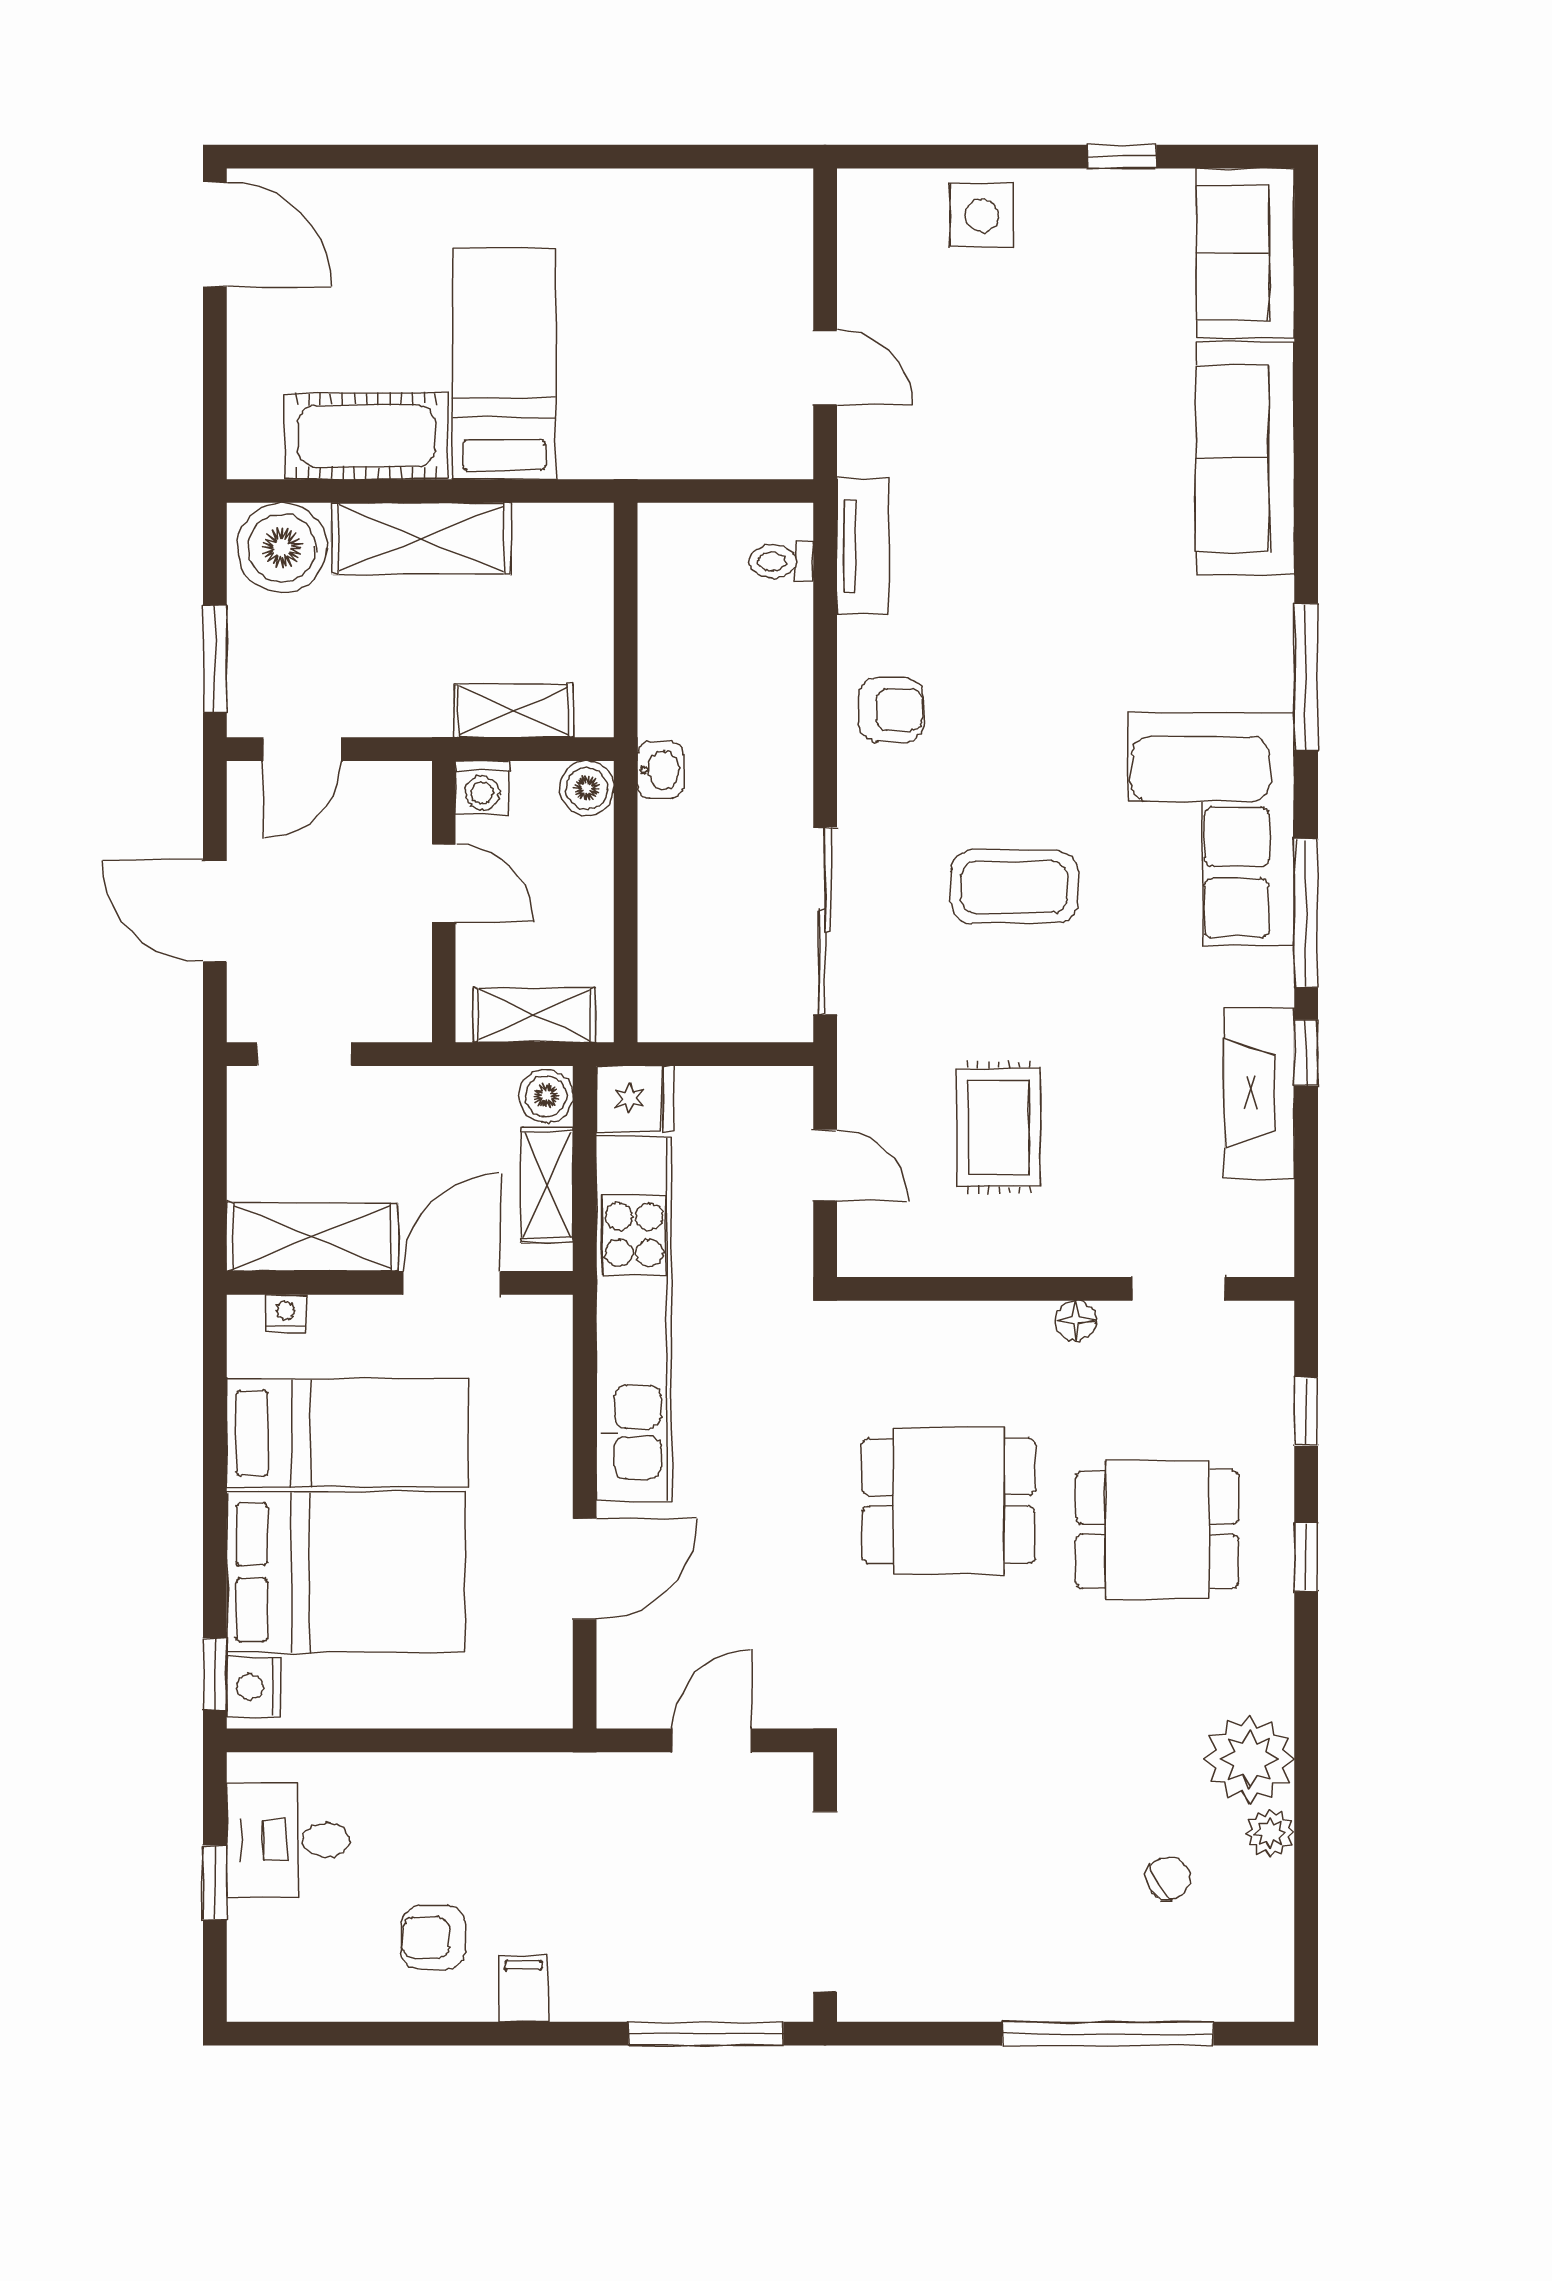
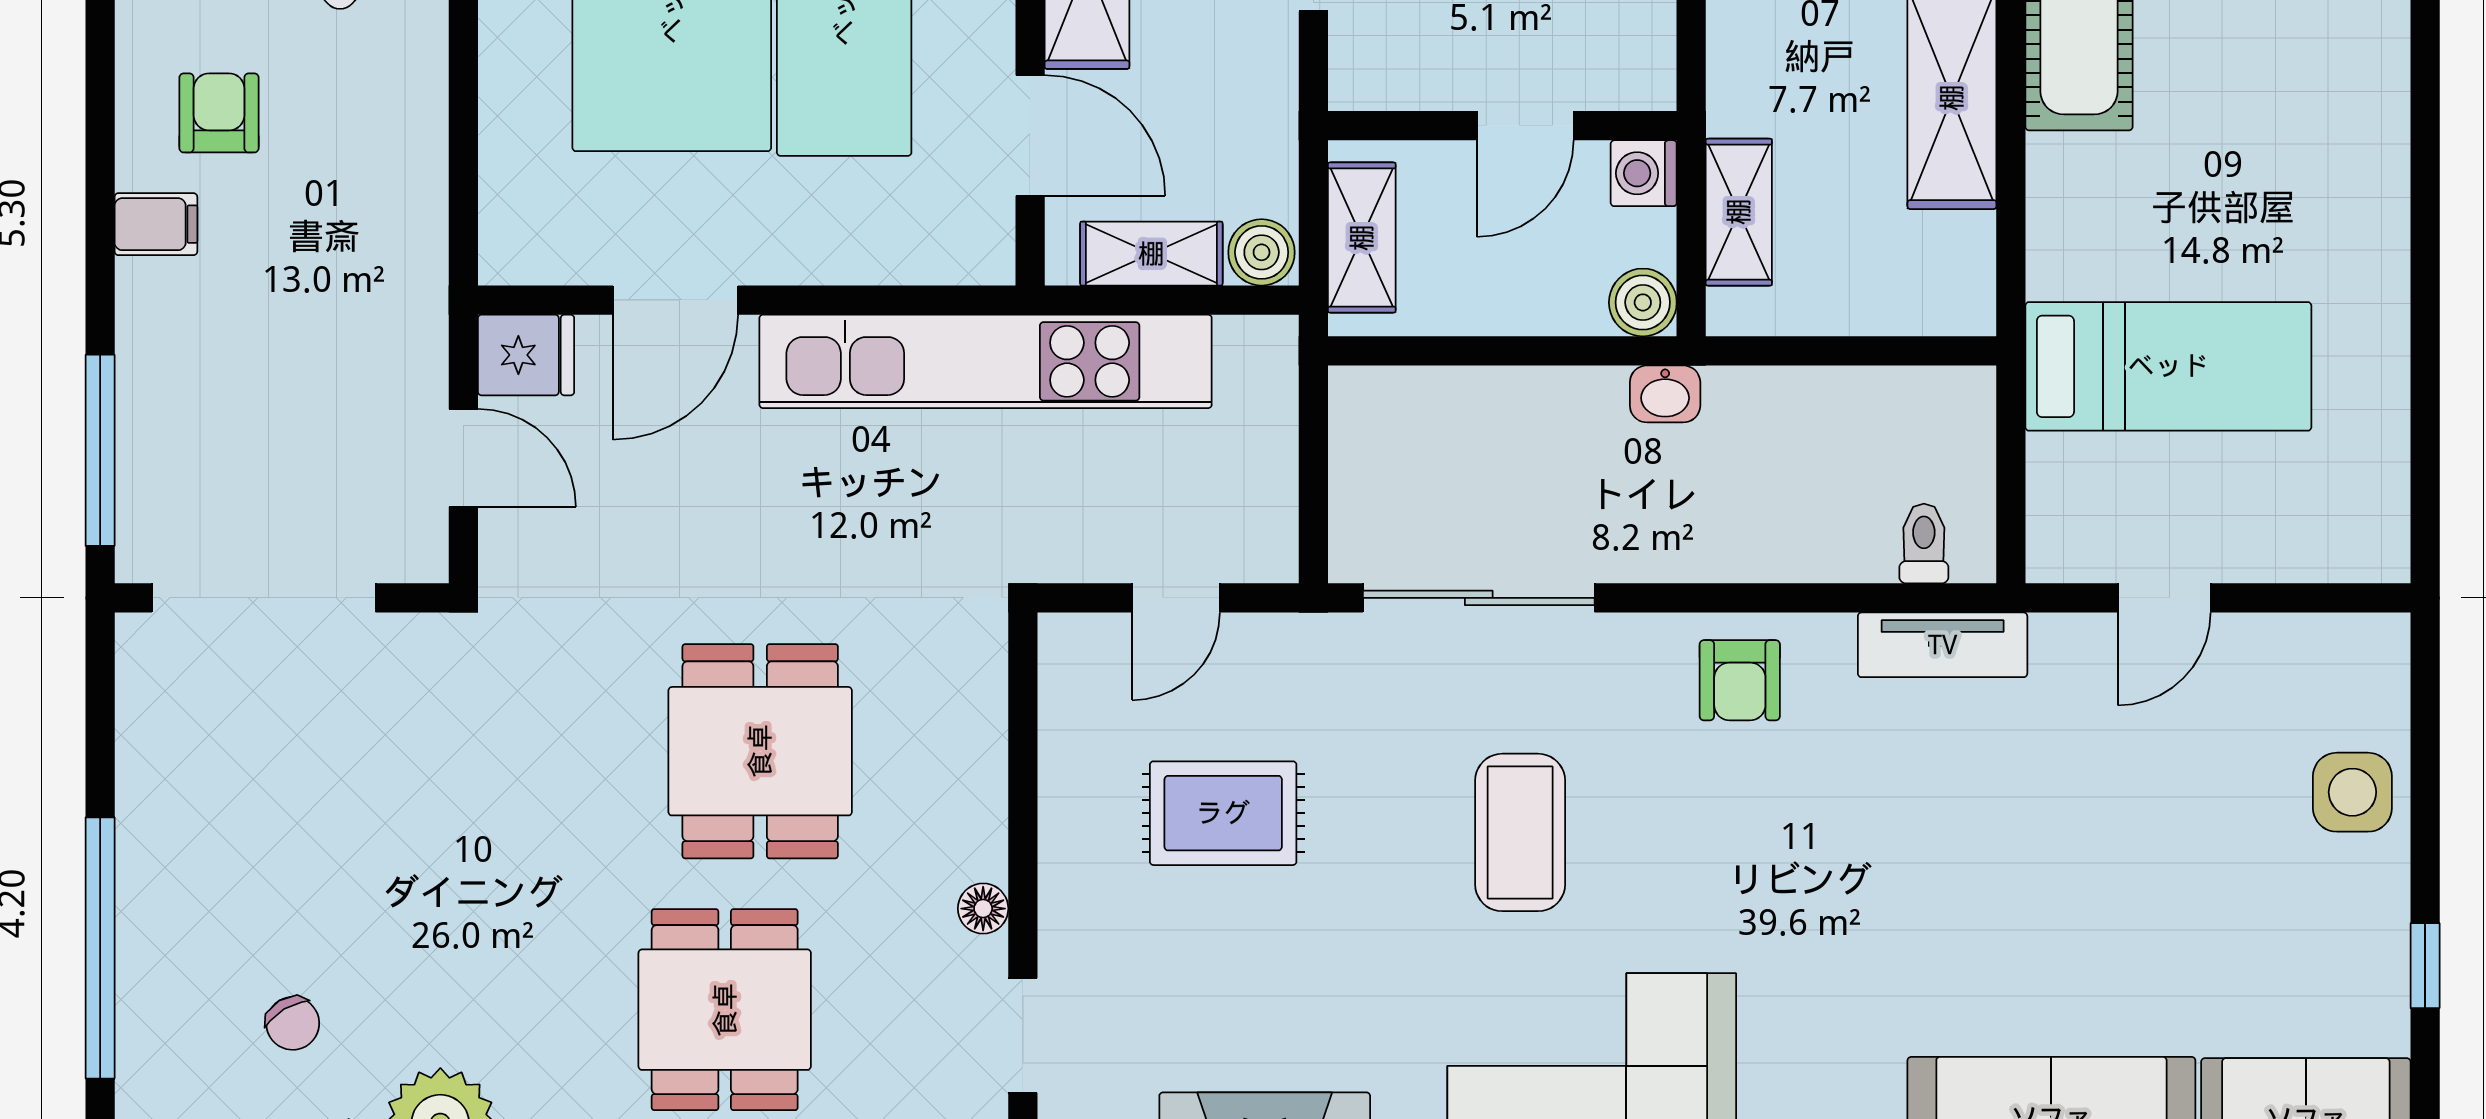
bed: (504, 364) -> (2168, 366), moved
fridge: (635, 1099) -> (526, 355), moved, turned -90
door: (585, 1569) -> (675, 300), hinge flipped

